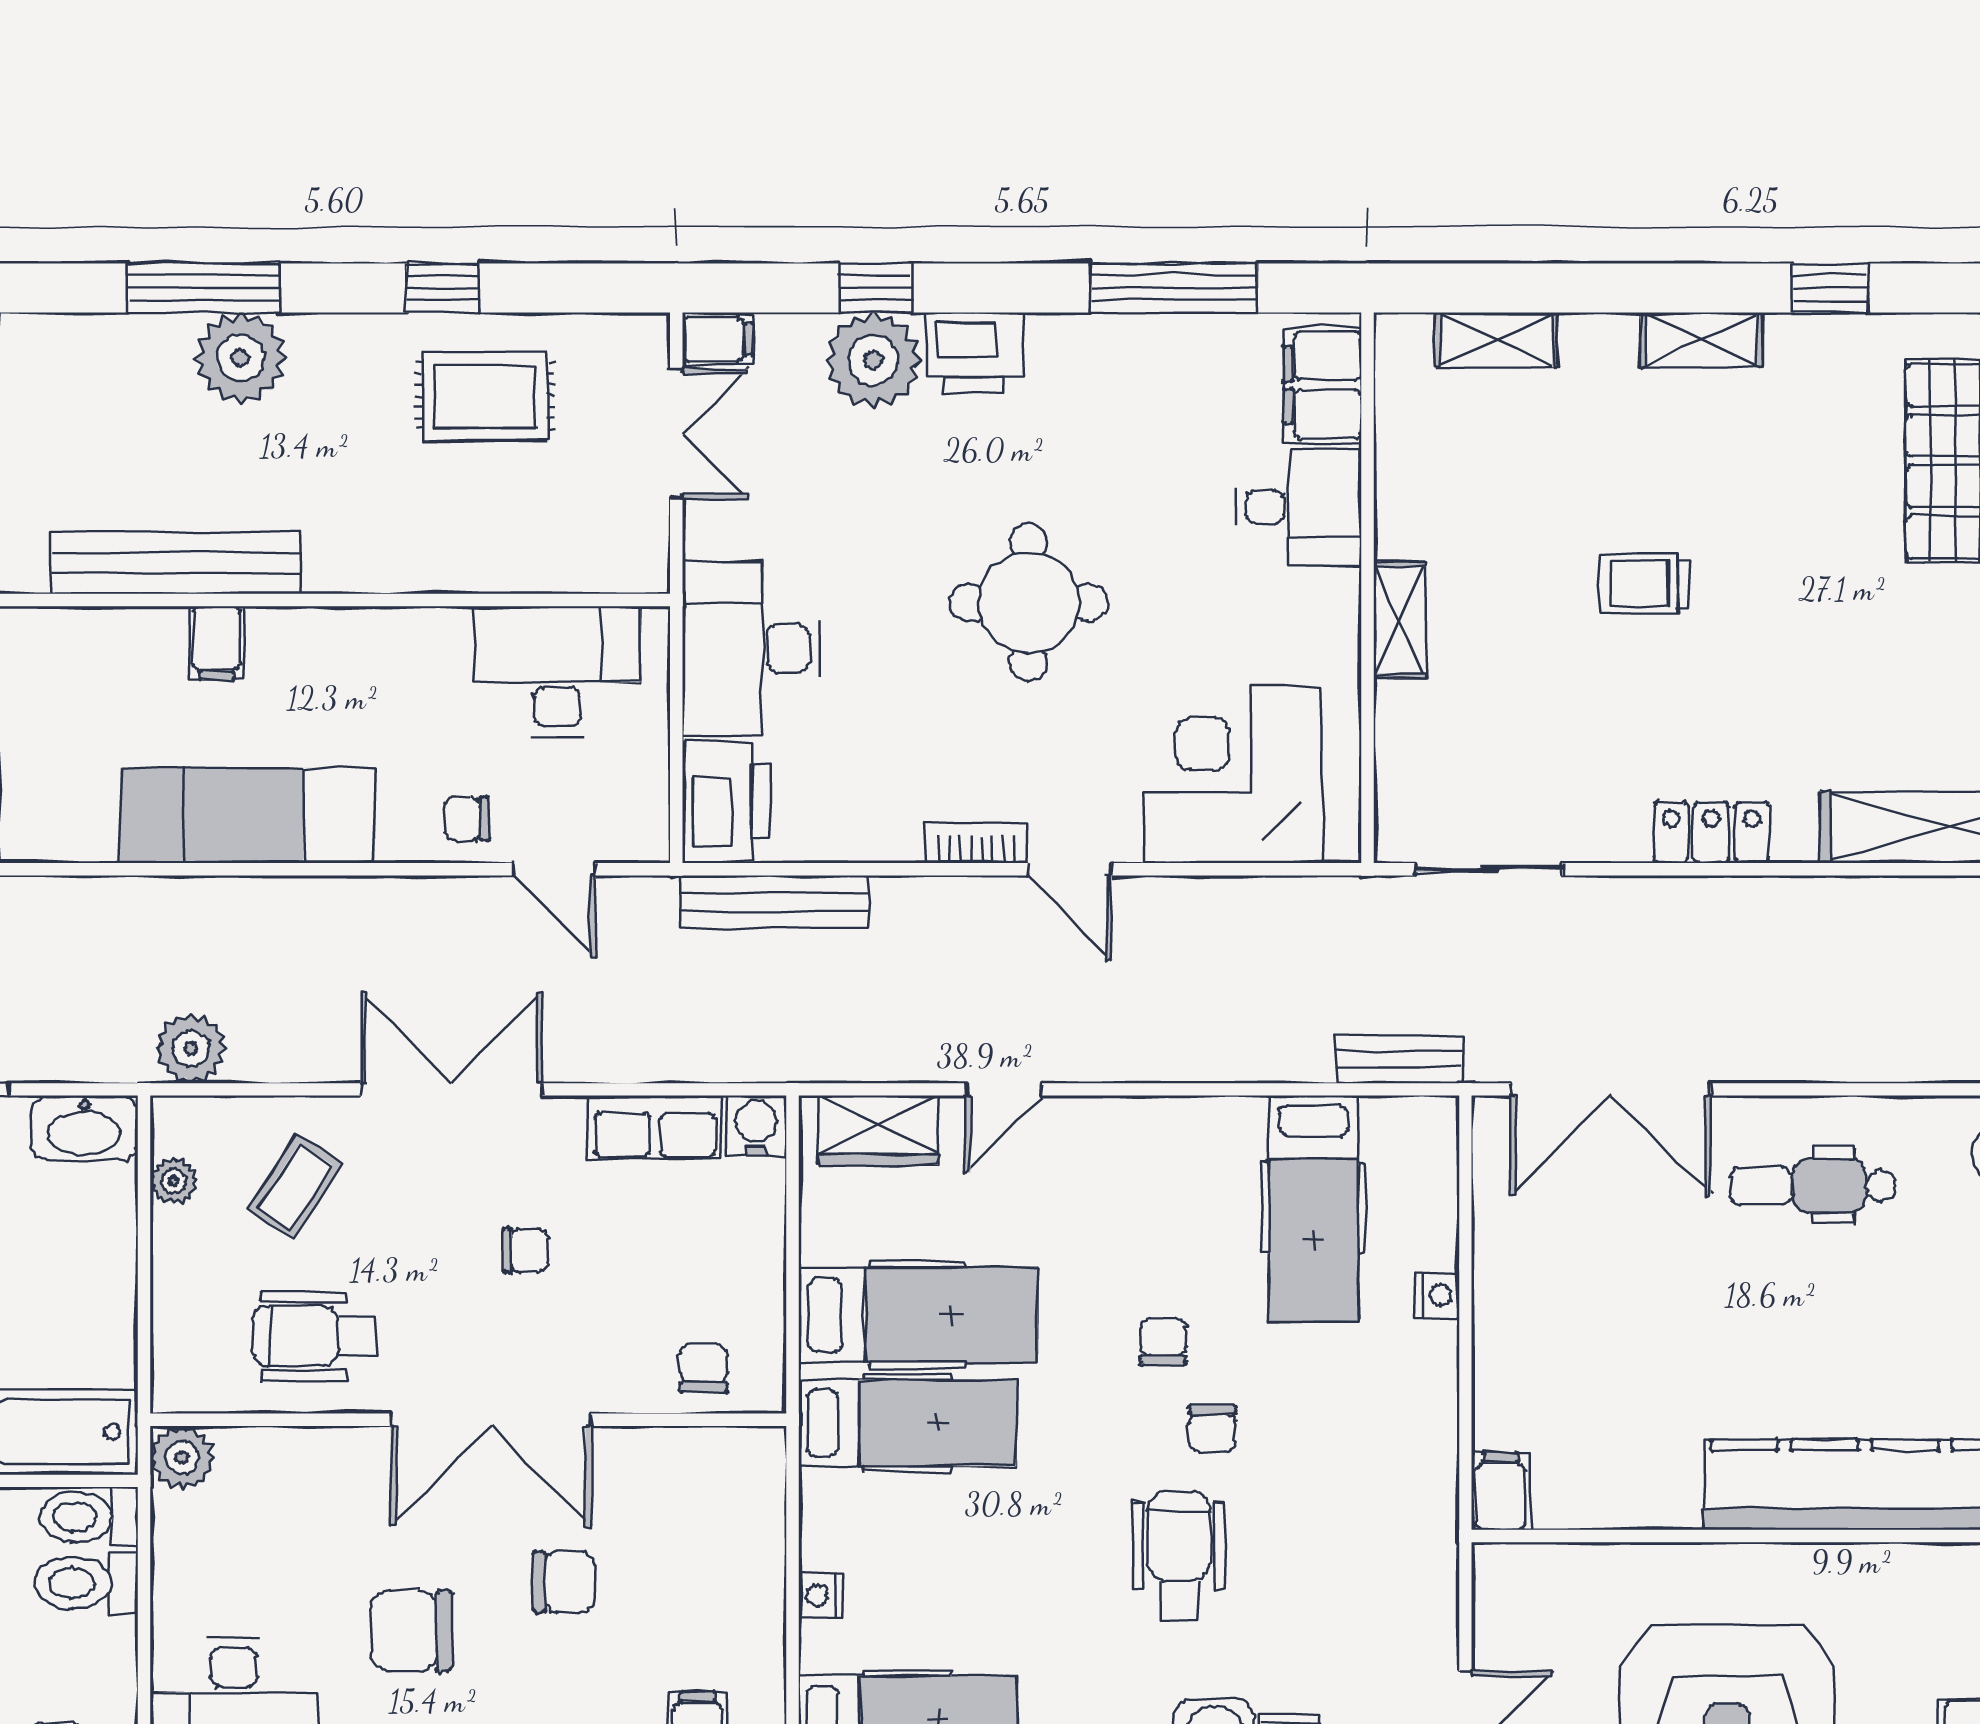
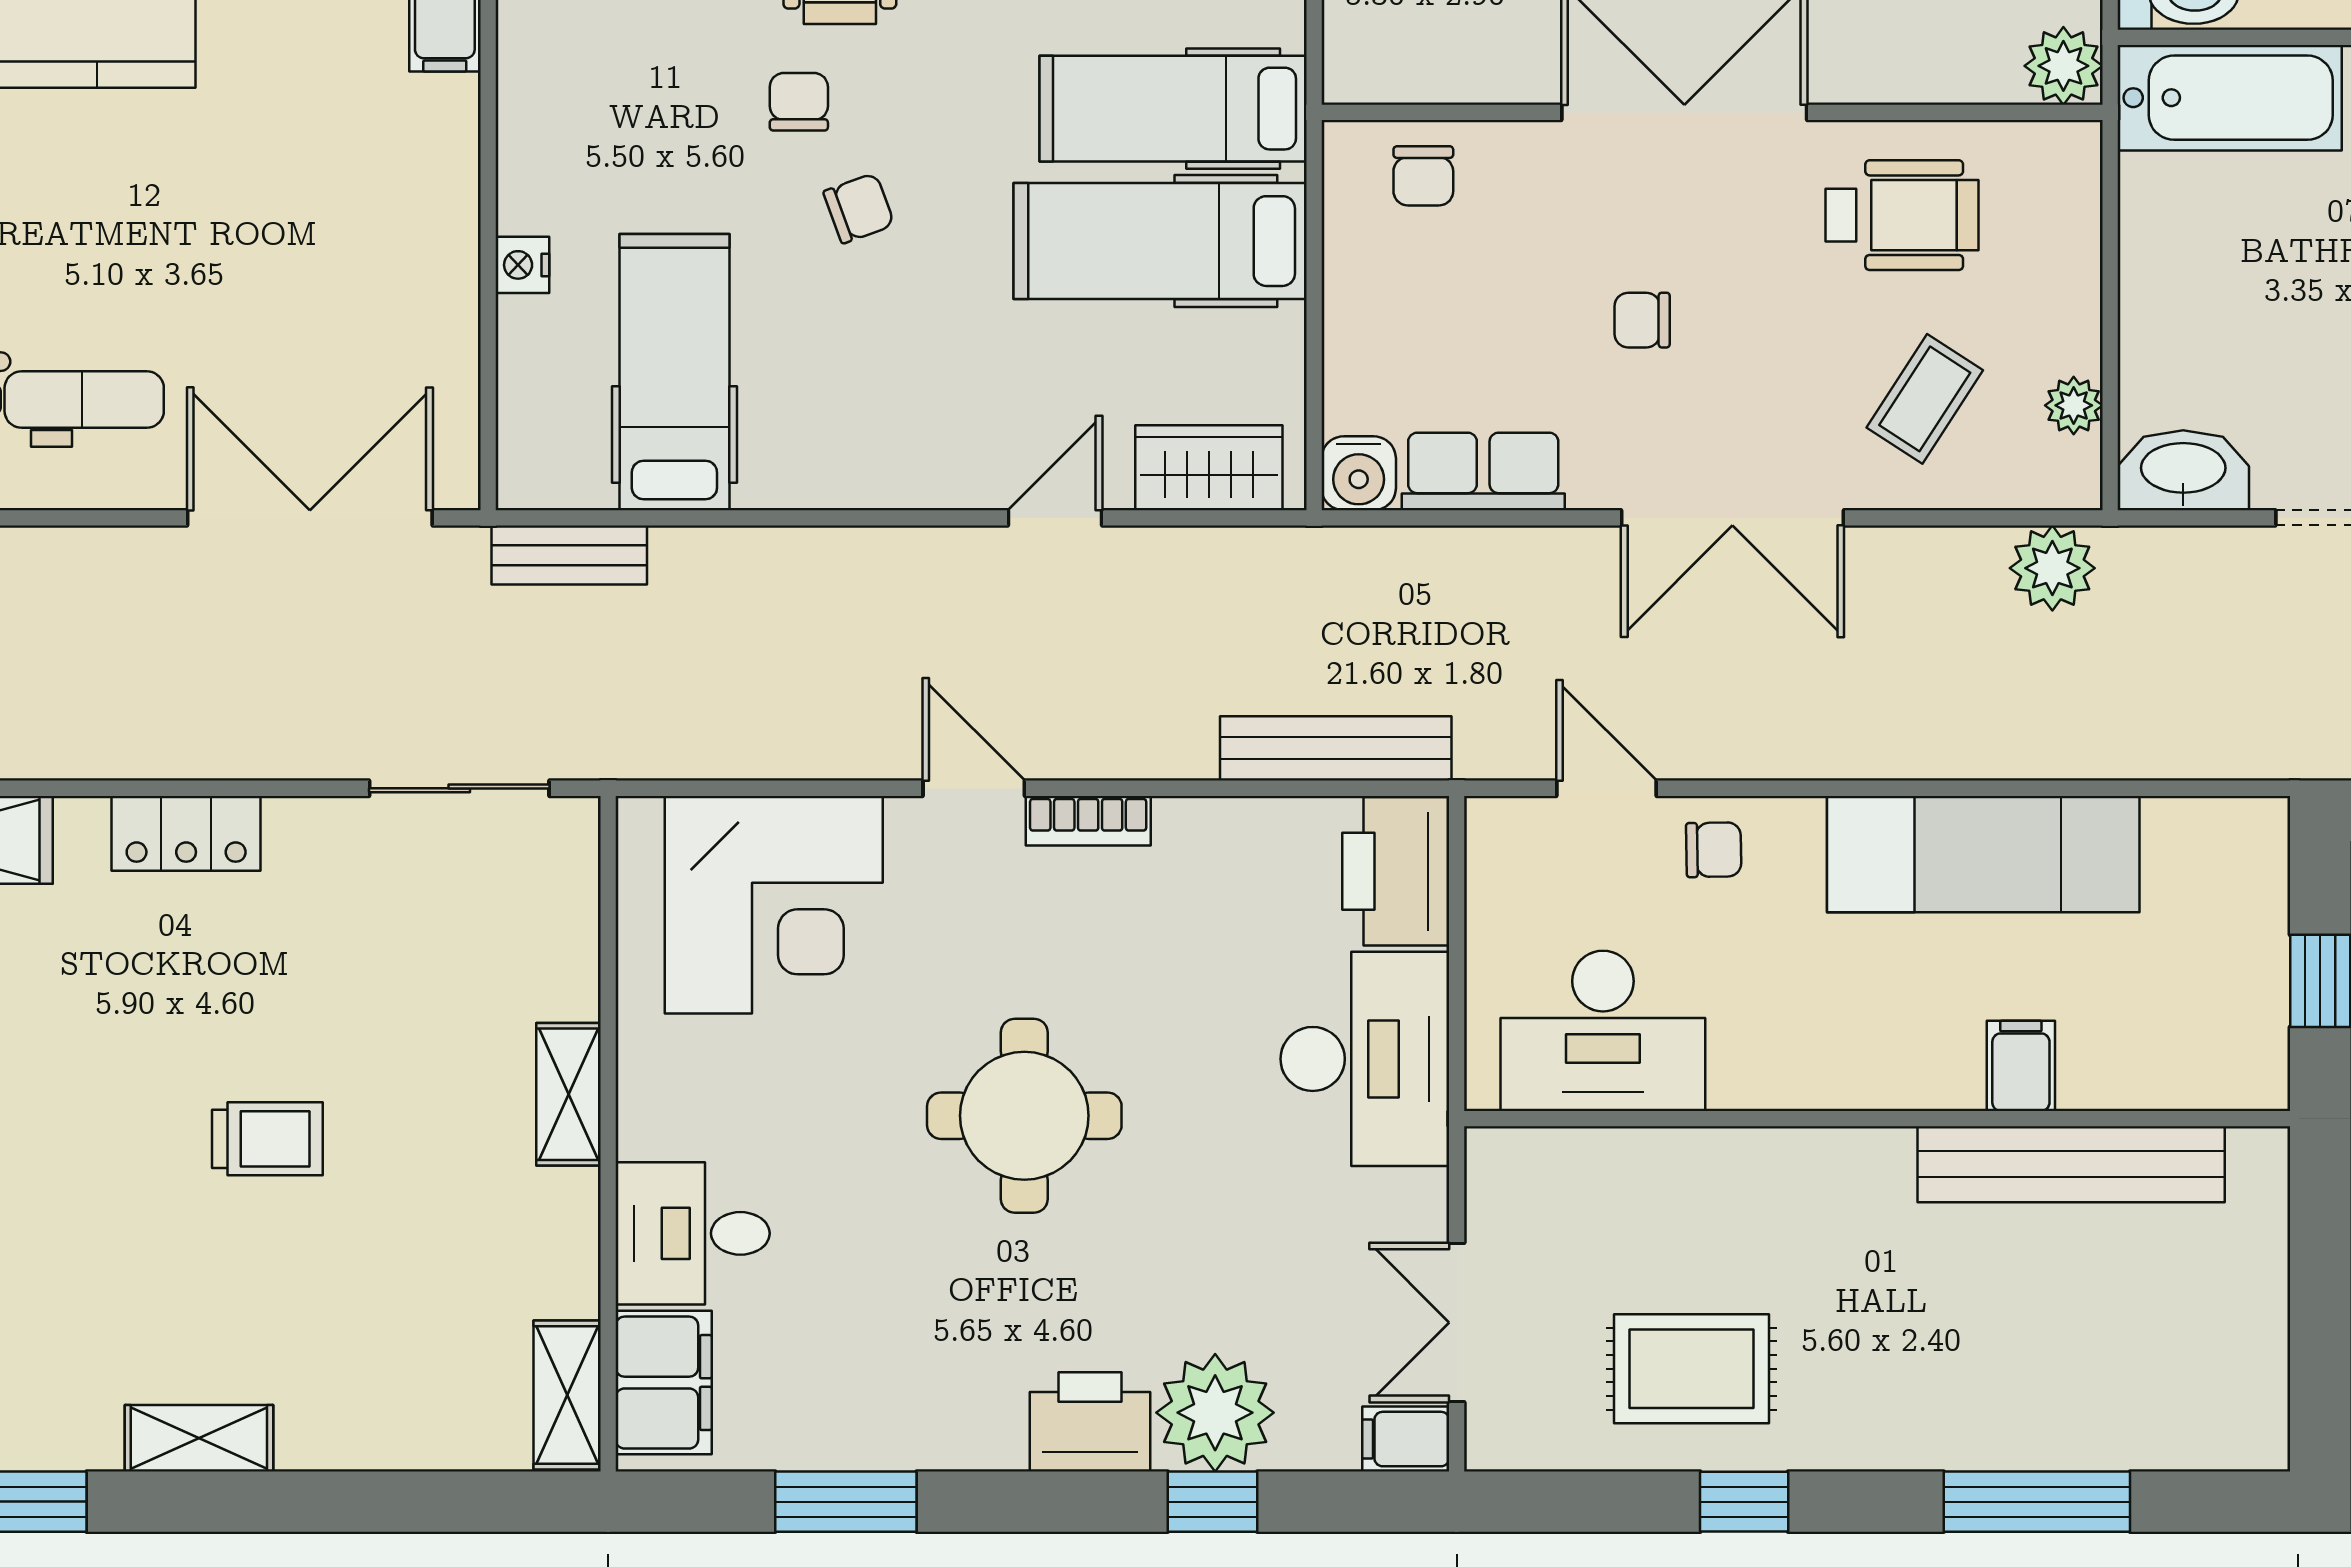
window: (1174, 288) -> (846, 1502), width x0.69
shelving: (1496, 340) -> (567, 1395), moved, turned 90
plant: (240, 358) -> (1992, 1416), removed
chair: (1163, 1342) -> (859, 208), turned -110

